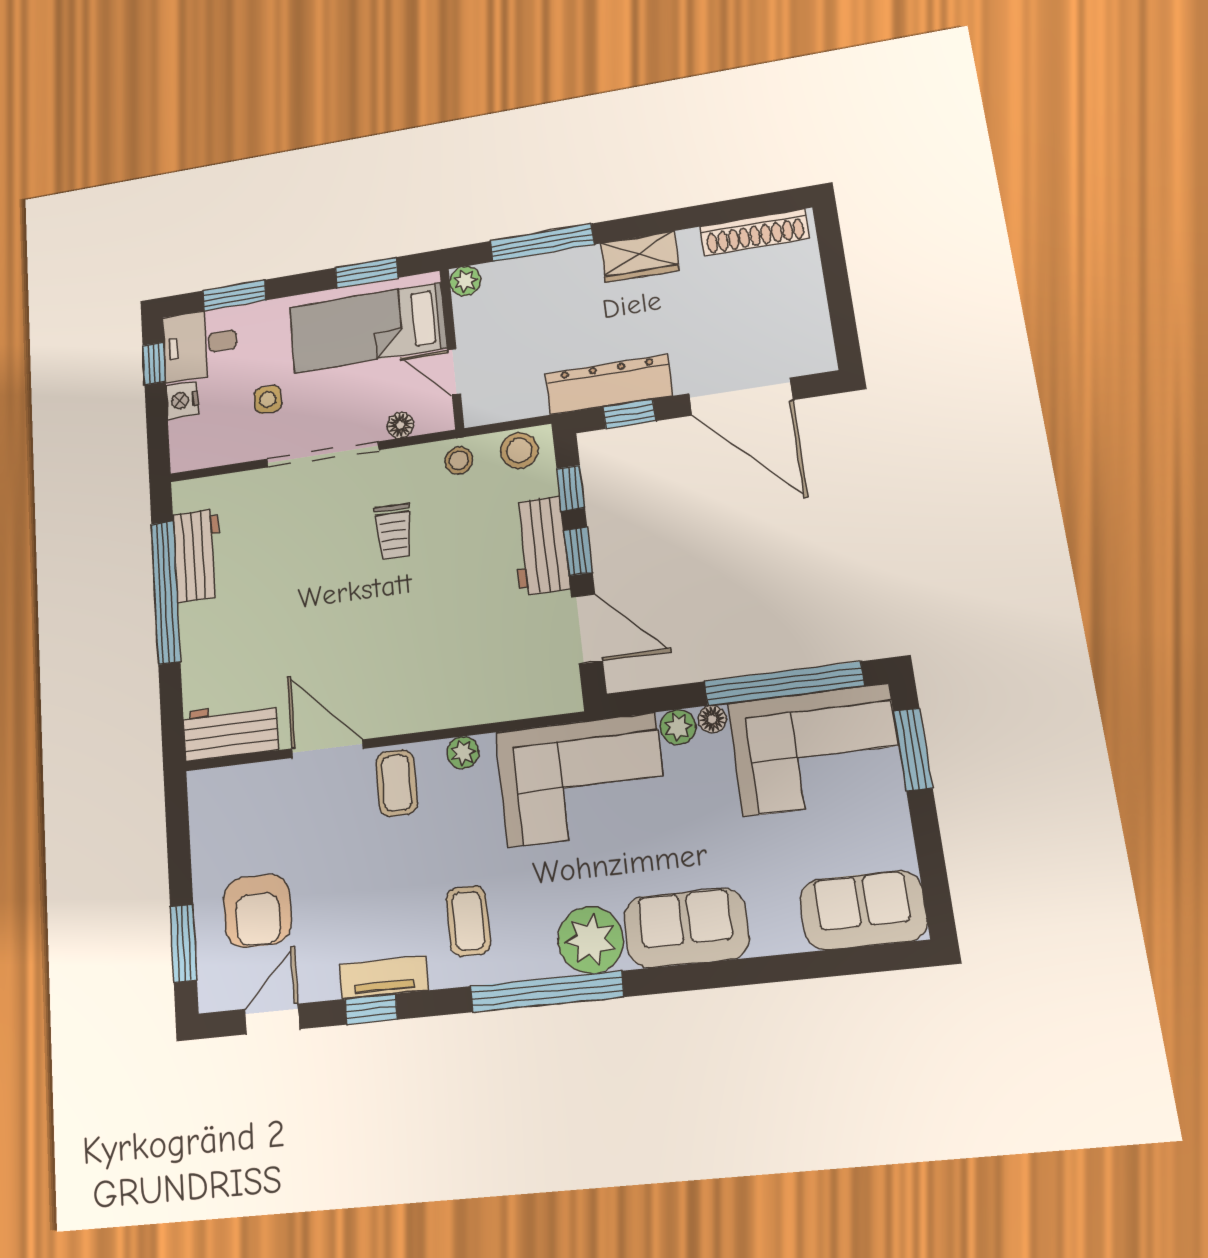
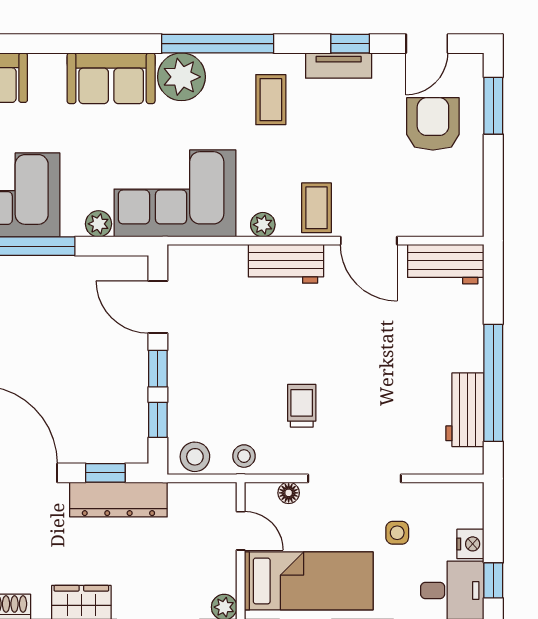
workbench: (540, 546) -> (286, 264), moved, turned 90
floor lamp: (712, 719) -> (73, 227), removed

